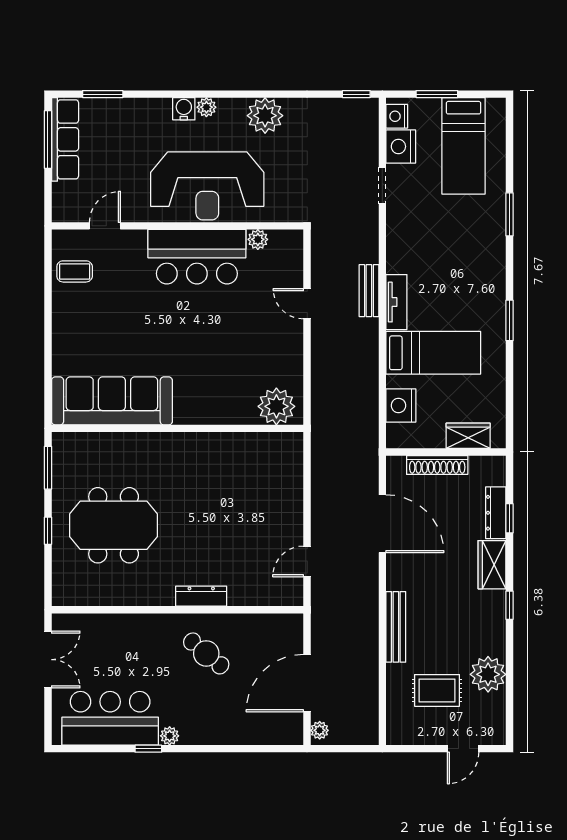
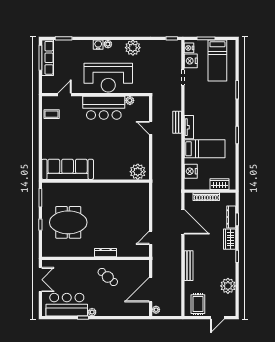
rug: (437, 690) -> (198, 304), moved, turned 90

